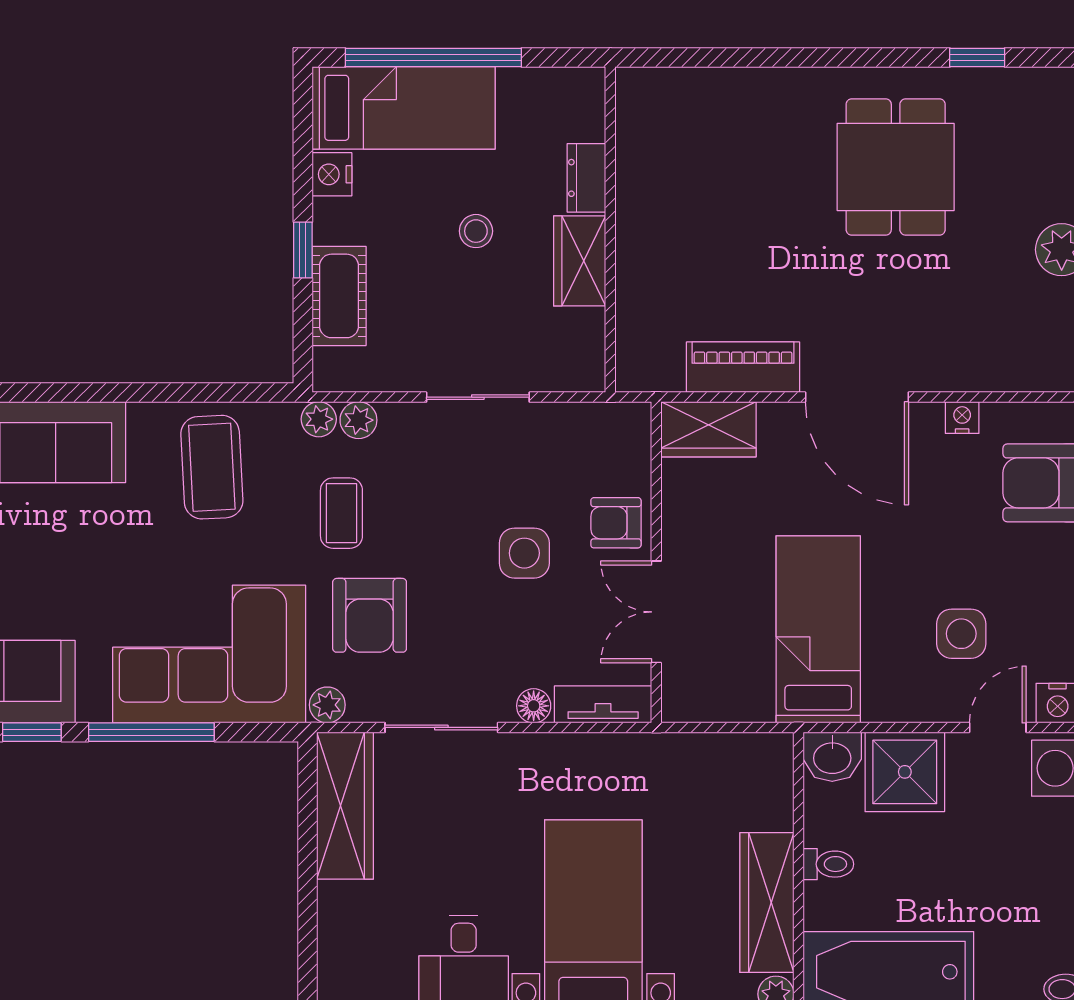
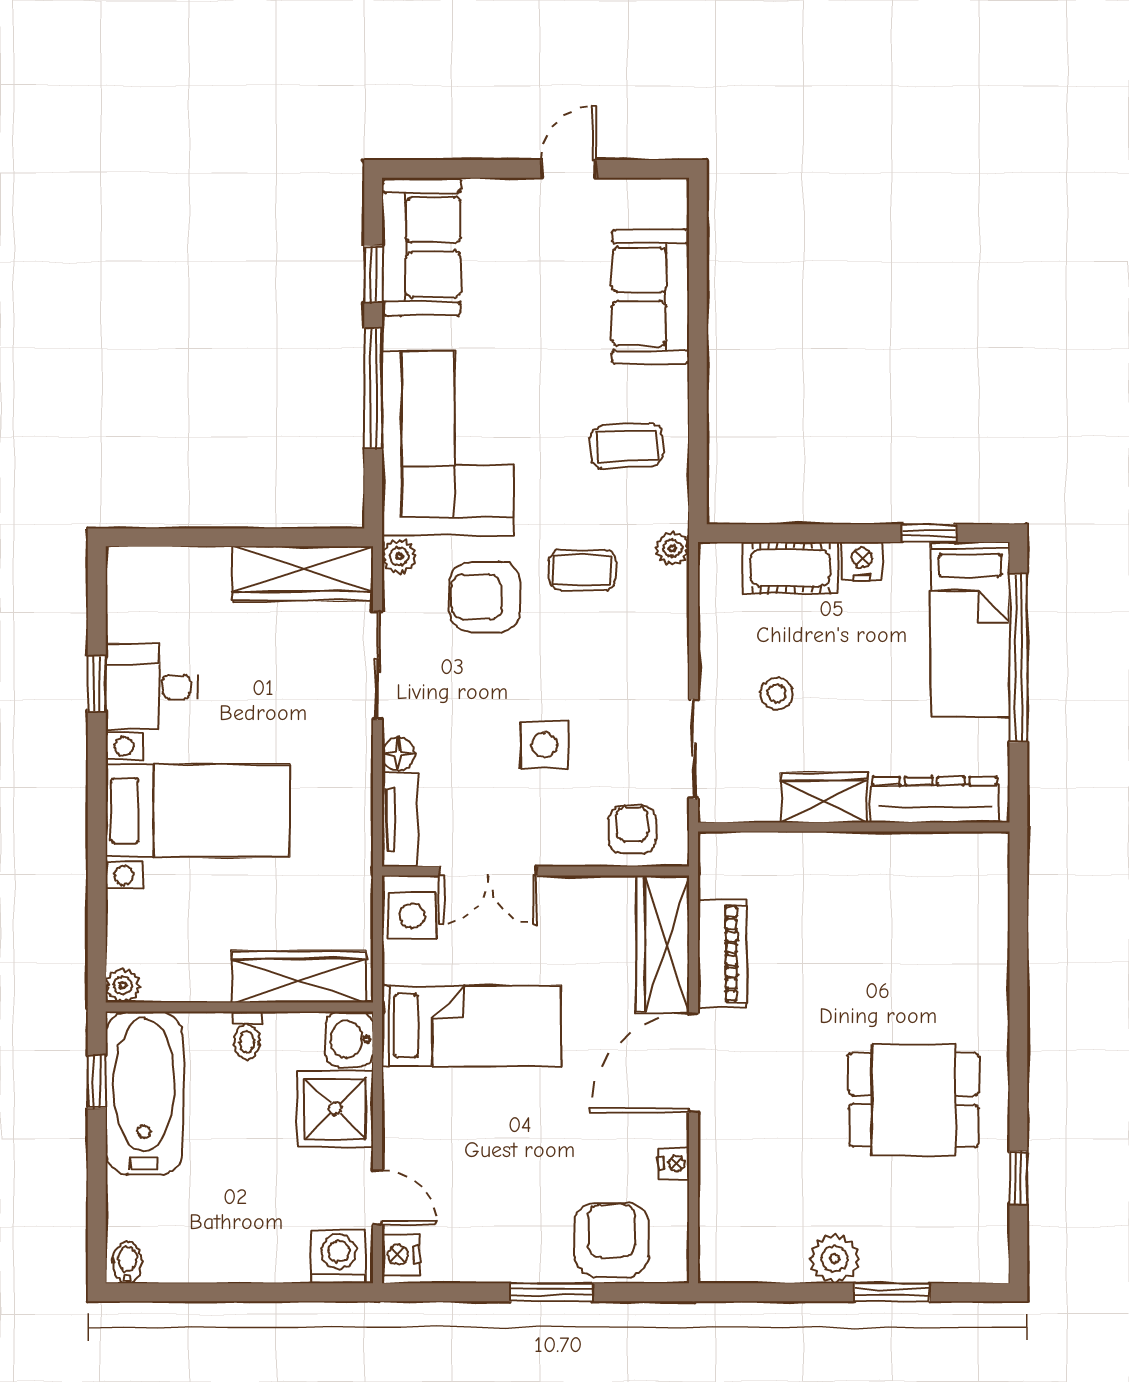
nightstand: (332, 174) -> (862, 561), moved
dresser: (586, 178) -> (935, 800), width x1.96, depth x1.24
stool: (476, 231) -> (777, 693), moved
window: (303, 250) -> (929, 533), moved
sliding door: (478, 397) -> (694, 749), moved
plant: (358, 420) -> (672, 586), removed
wardrobe: (708, 429) -> (663, 944), width x1.50
coffee table: (212, 467) -> (627, 446), width x0.73, depth x0.77
armchair: (616, 523) -> (632, 830), moved
double door: (656, 612) -> (488, 871), swing flipped
side table: (961, 634) -> (412, 916), moved
wardrobe: (767, 903) -> (299, 977), moved

